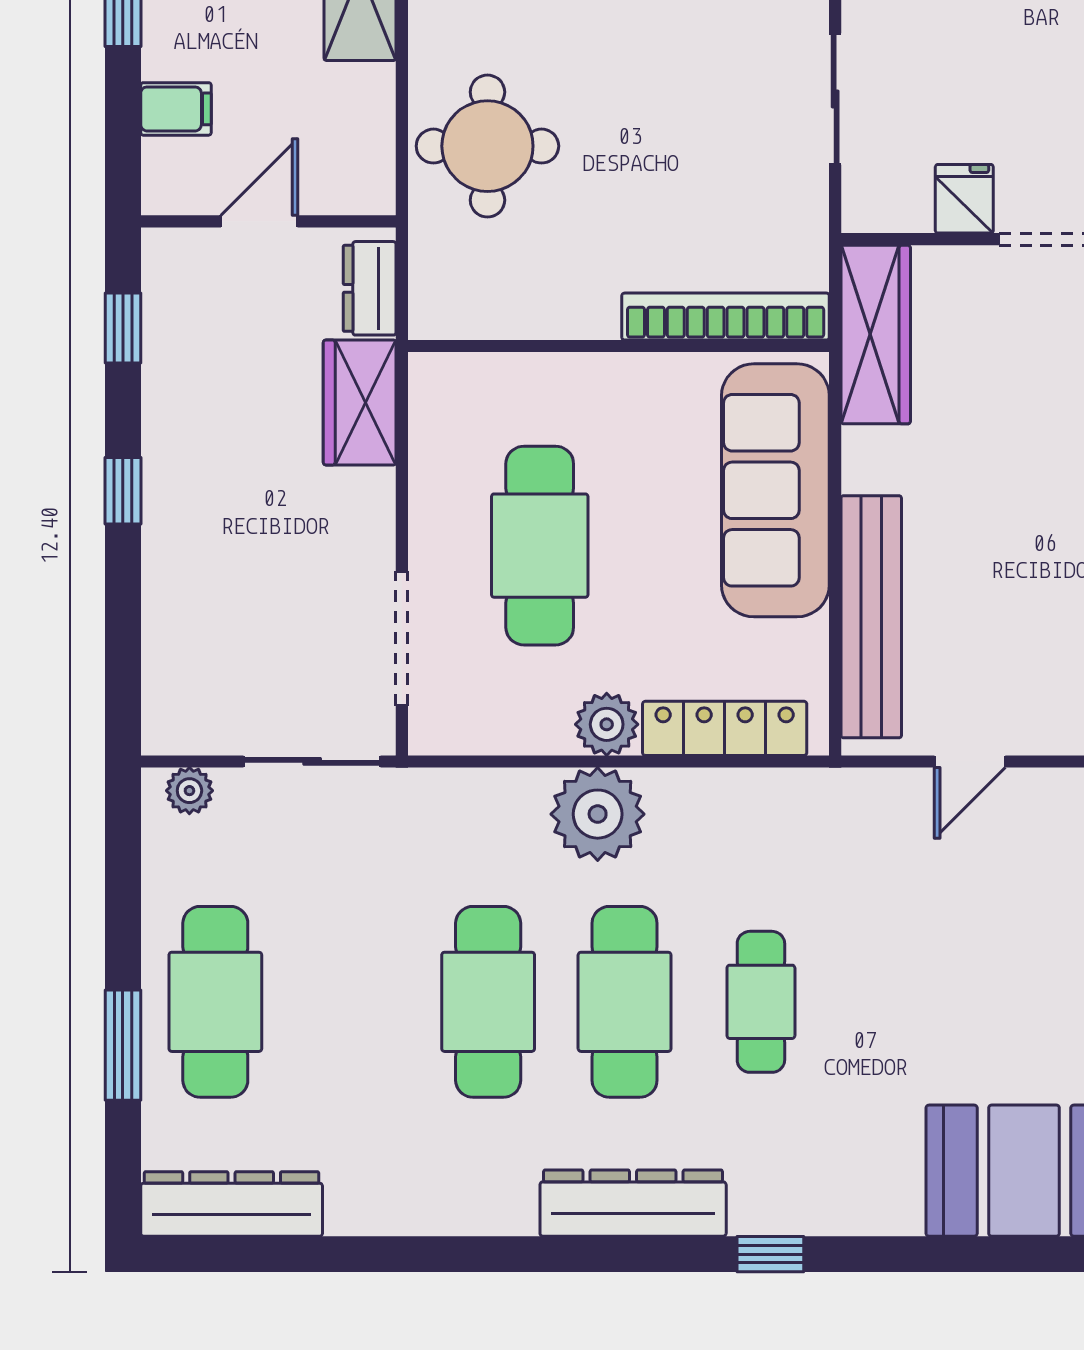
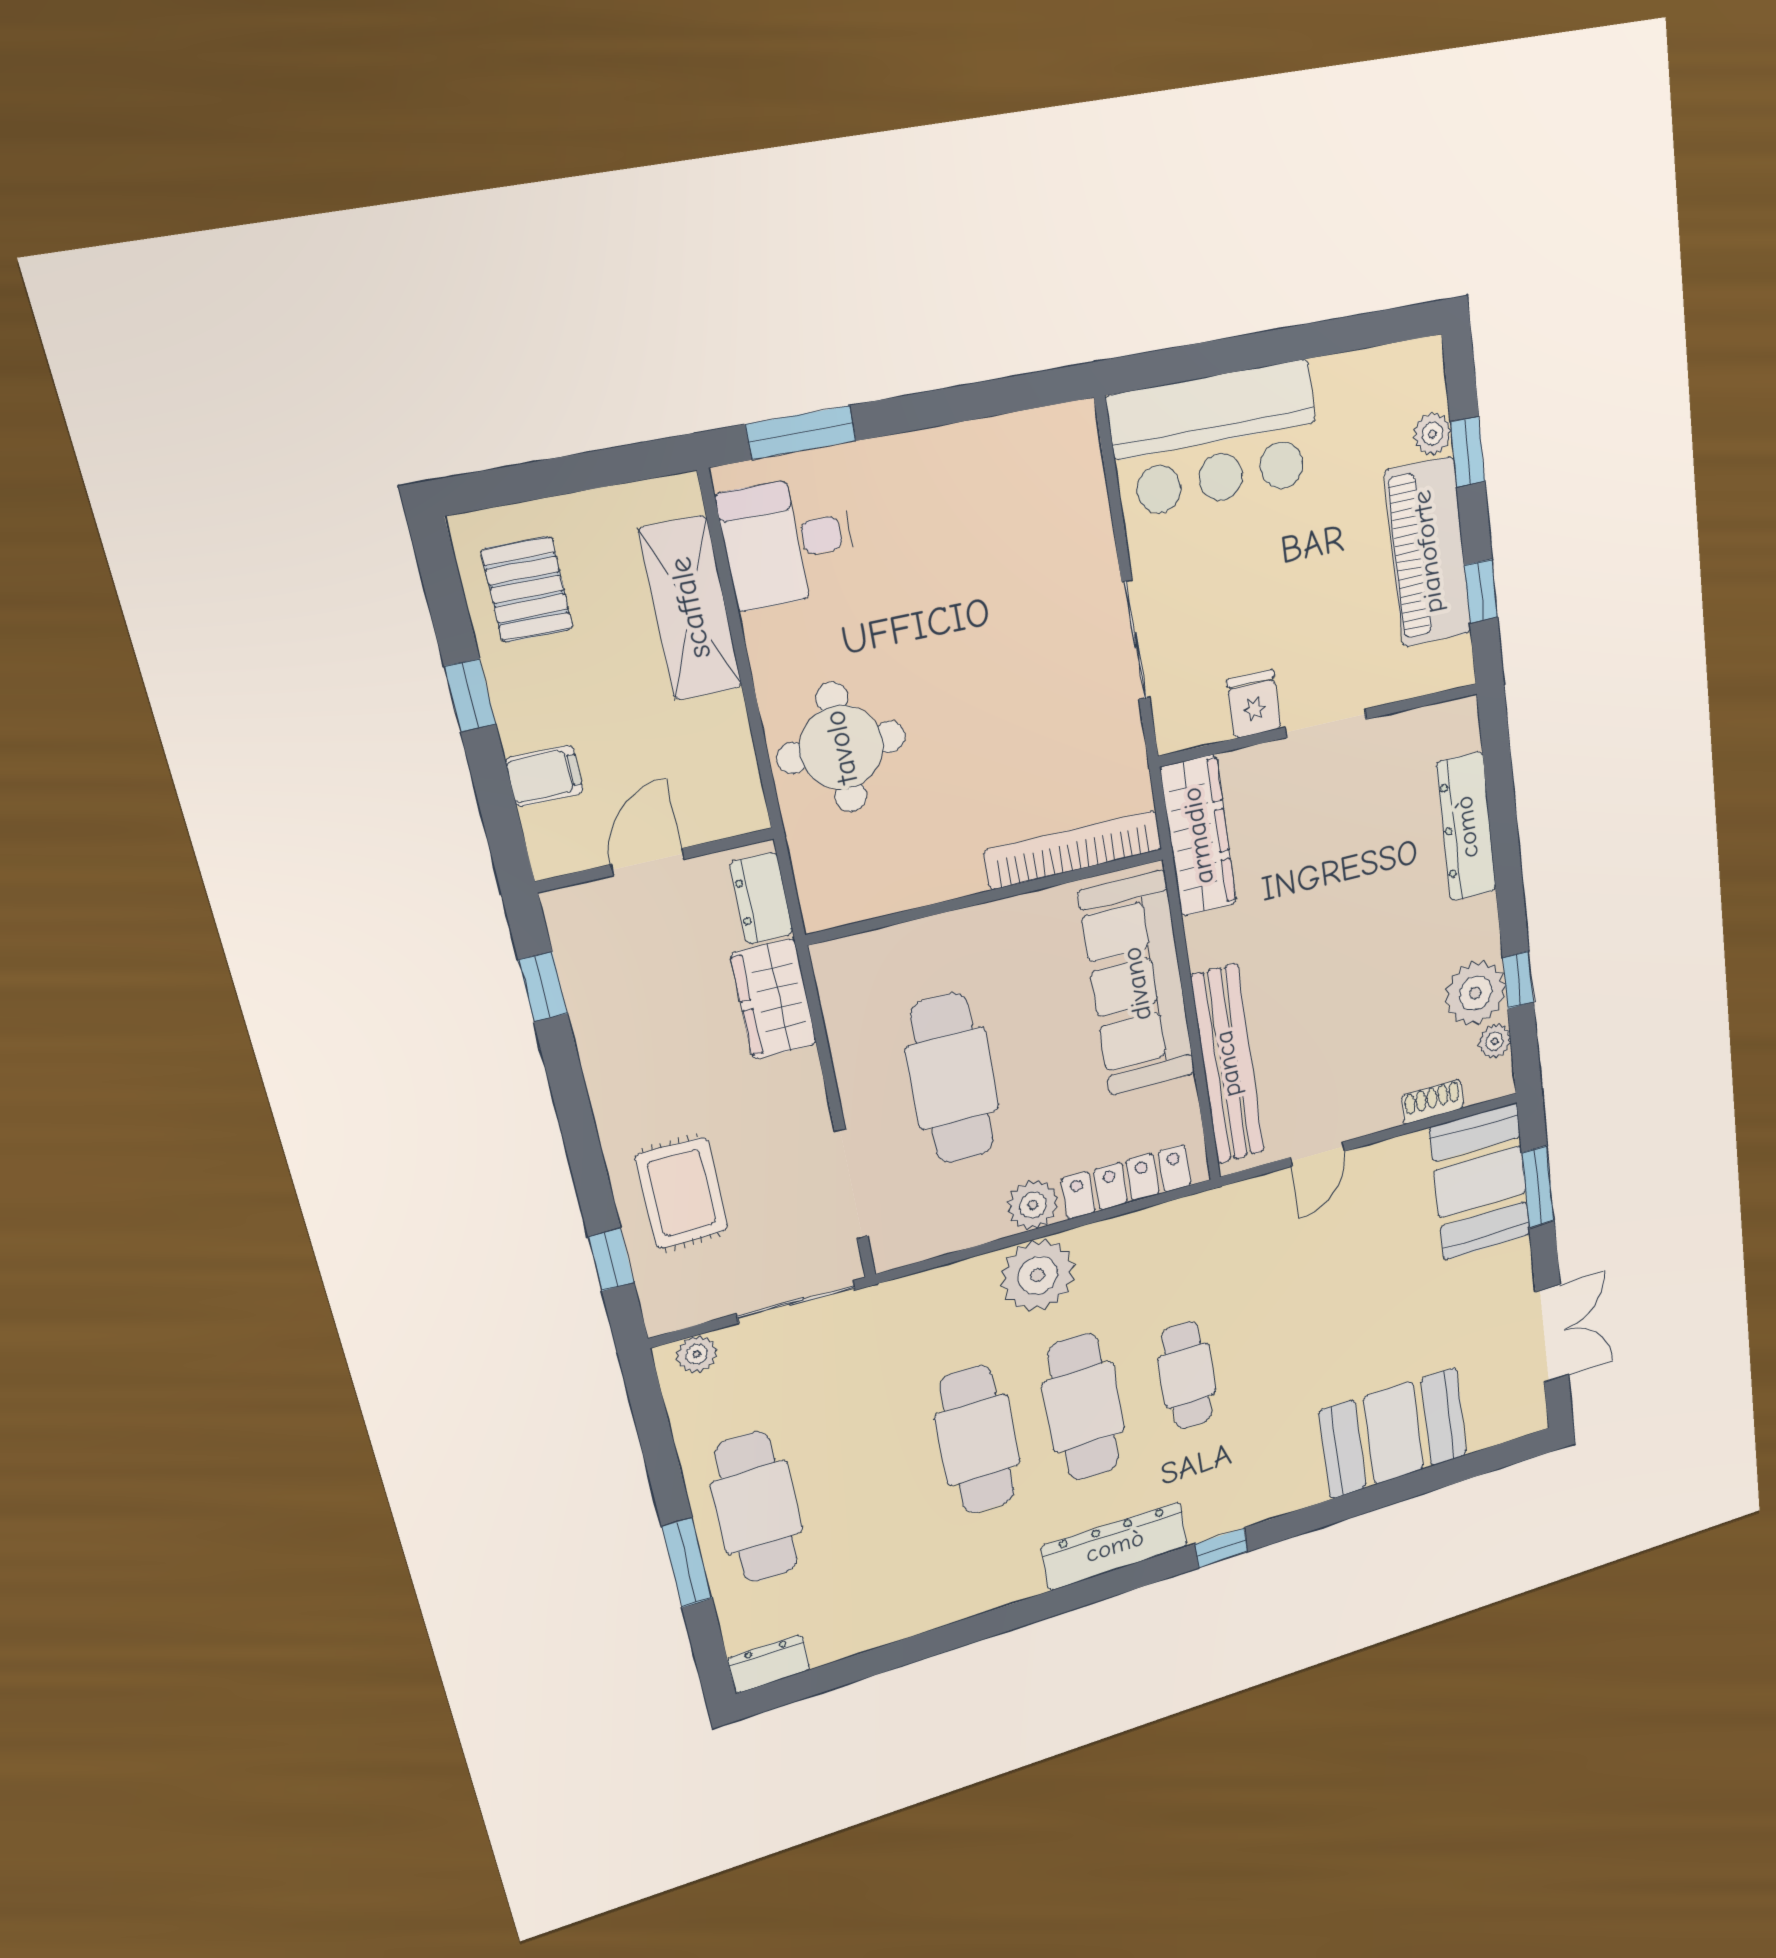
window: (123, 491) -> (611, 1260), moved
rug: (214, 596) -> (682, 1193), added
dresser: (232, 1204) -> (769, 1664), width x0.51, depth x0.80

